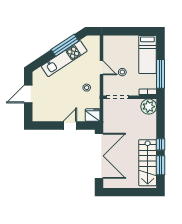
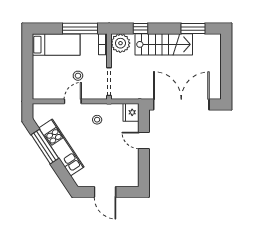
window: (160, 144) -> (141, 29), moved
stairs: (148, 163) -> (164, 44), moved

